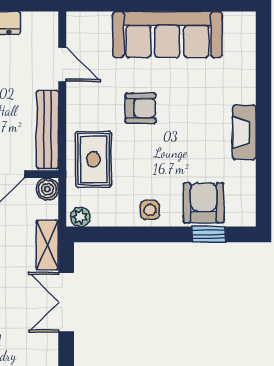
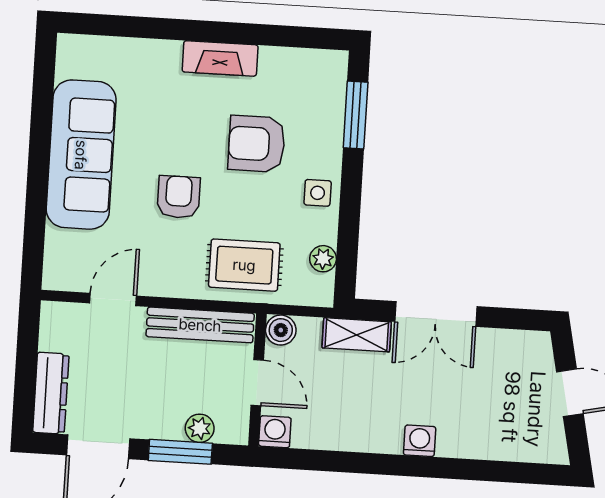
armchair: (204, 203) -> (257, 144), moved
plant: (80, 217) -> (323, 259), moved
window: (209, 234) -> (356, 115), width x1.50

